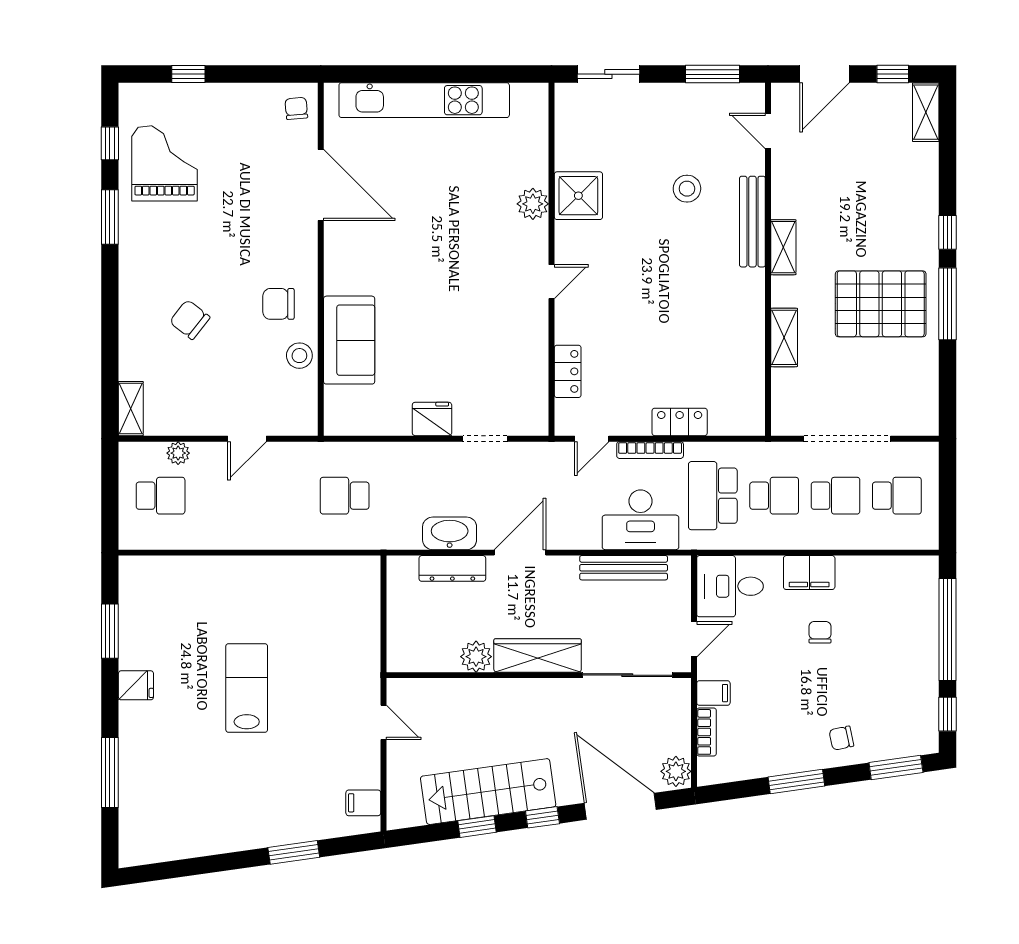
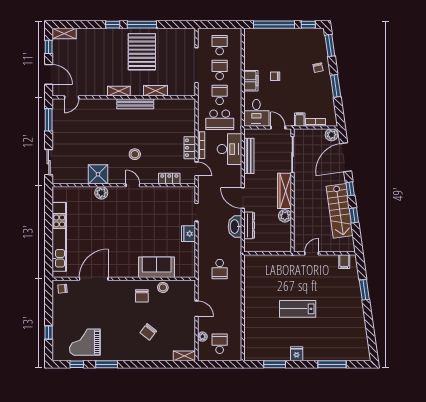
stool: (687, 189) -> (135, 154), moved
bench: (752, 222) -> (135, 104), moved
locker: (680, 422) -> (190, 148), moved

